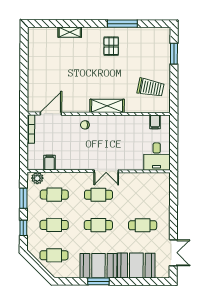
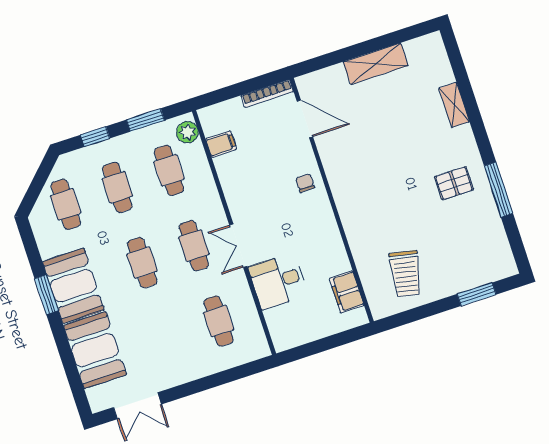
shelving: (107, 106) -> (376, 64), moved, turned 90
filing cabinet: (155, 122) -> (347, 292), width x2.00
desk: (157, 156) -> (278, 281), moved
cafe table: (143, 225) -> (219, 321), moved

